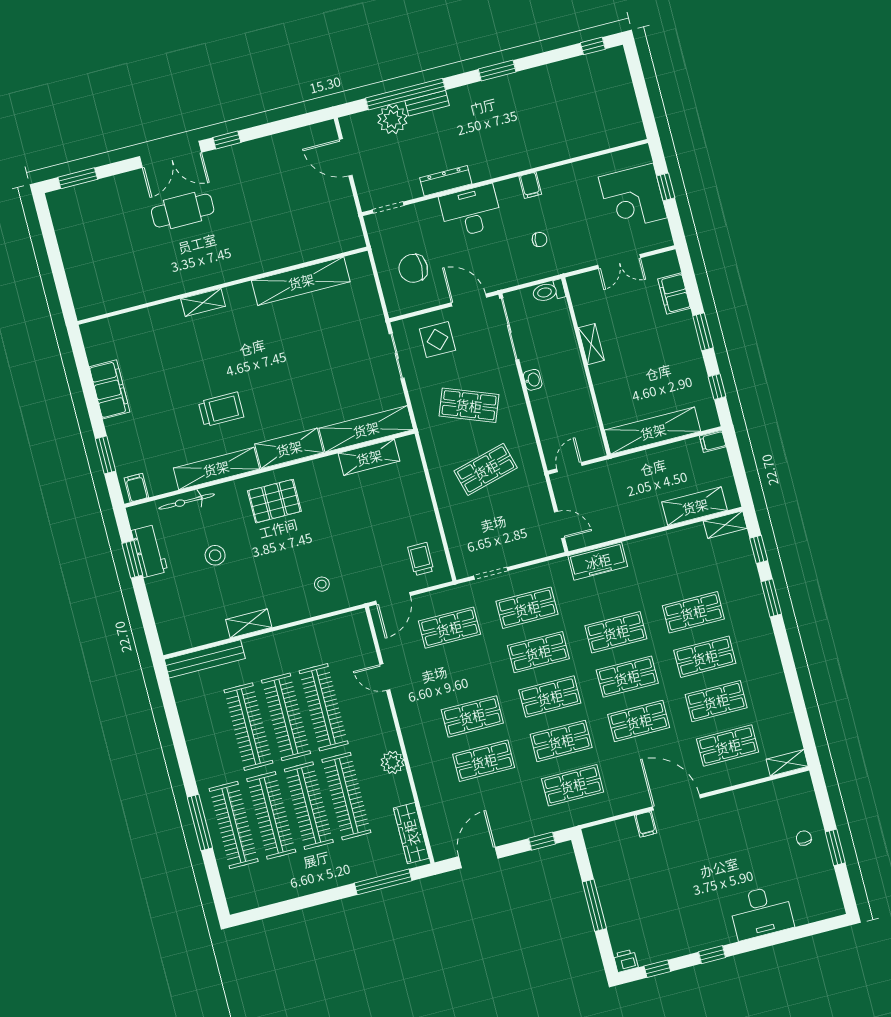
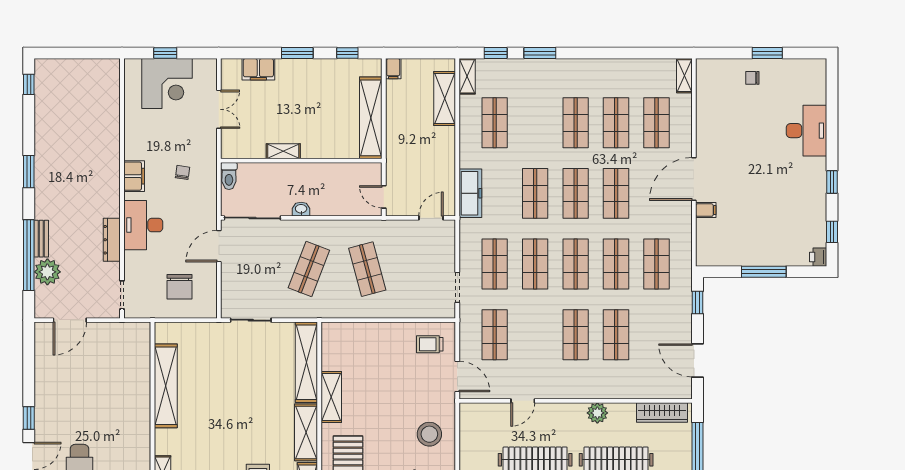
filing cabinet: (530, 185) -> (134, 176), width x2.00
display table: (437, 340) -> (246, 282), removed
shelving: (369, 457) -> (331, 397), moved
stool: (322, 584) -> (429, 434), width x1.89, depth x1.89
shop shelf: (693, 612) -> (495, 123), moved

